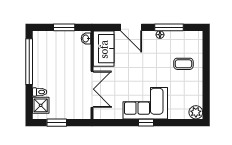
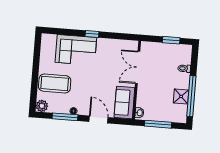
window: (64, 27) -> (158, 124), width x1.44
coffee table: (183, 64) -> (55, 83), width x1.86, depth x1.72
corner sofa: (145, 103) -> (76, 50), moved
shower: (41, 105) -> (181, 96), moved
plant: (196, 112) -> (42, 106), moved

